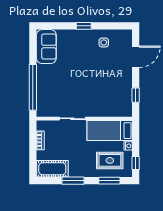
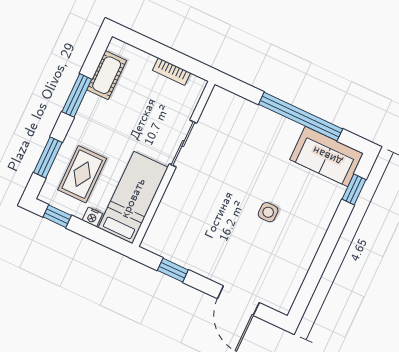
window: (84, 26) -> (354, 189), moved
side table: (104, 42) -> (268, 212), moved
window: (33, 87) -> (301, 117), moved
cot: (52, 169) -> (107, 75), width x0.73, depth x0.75

